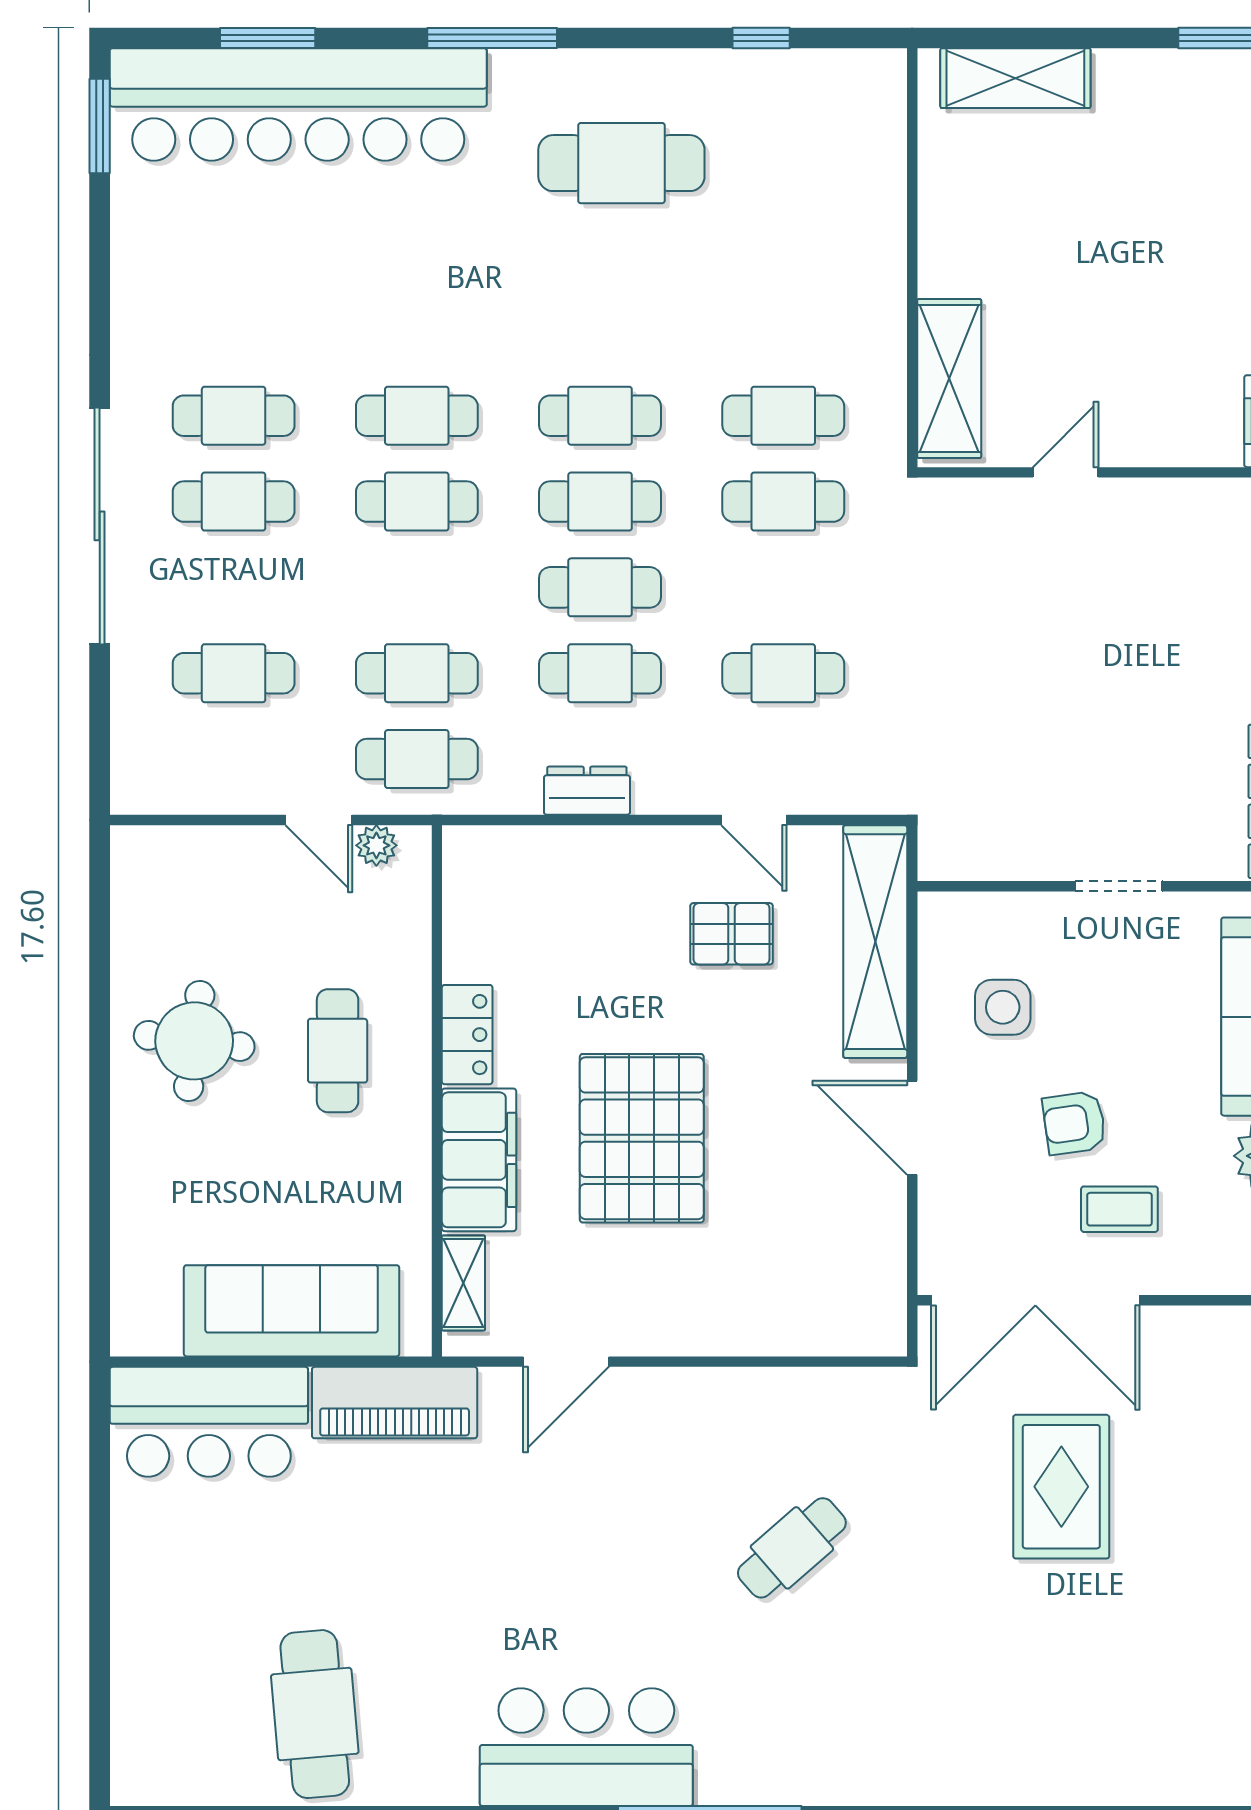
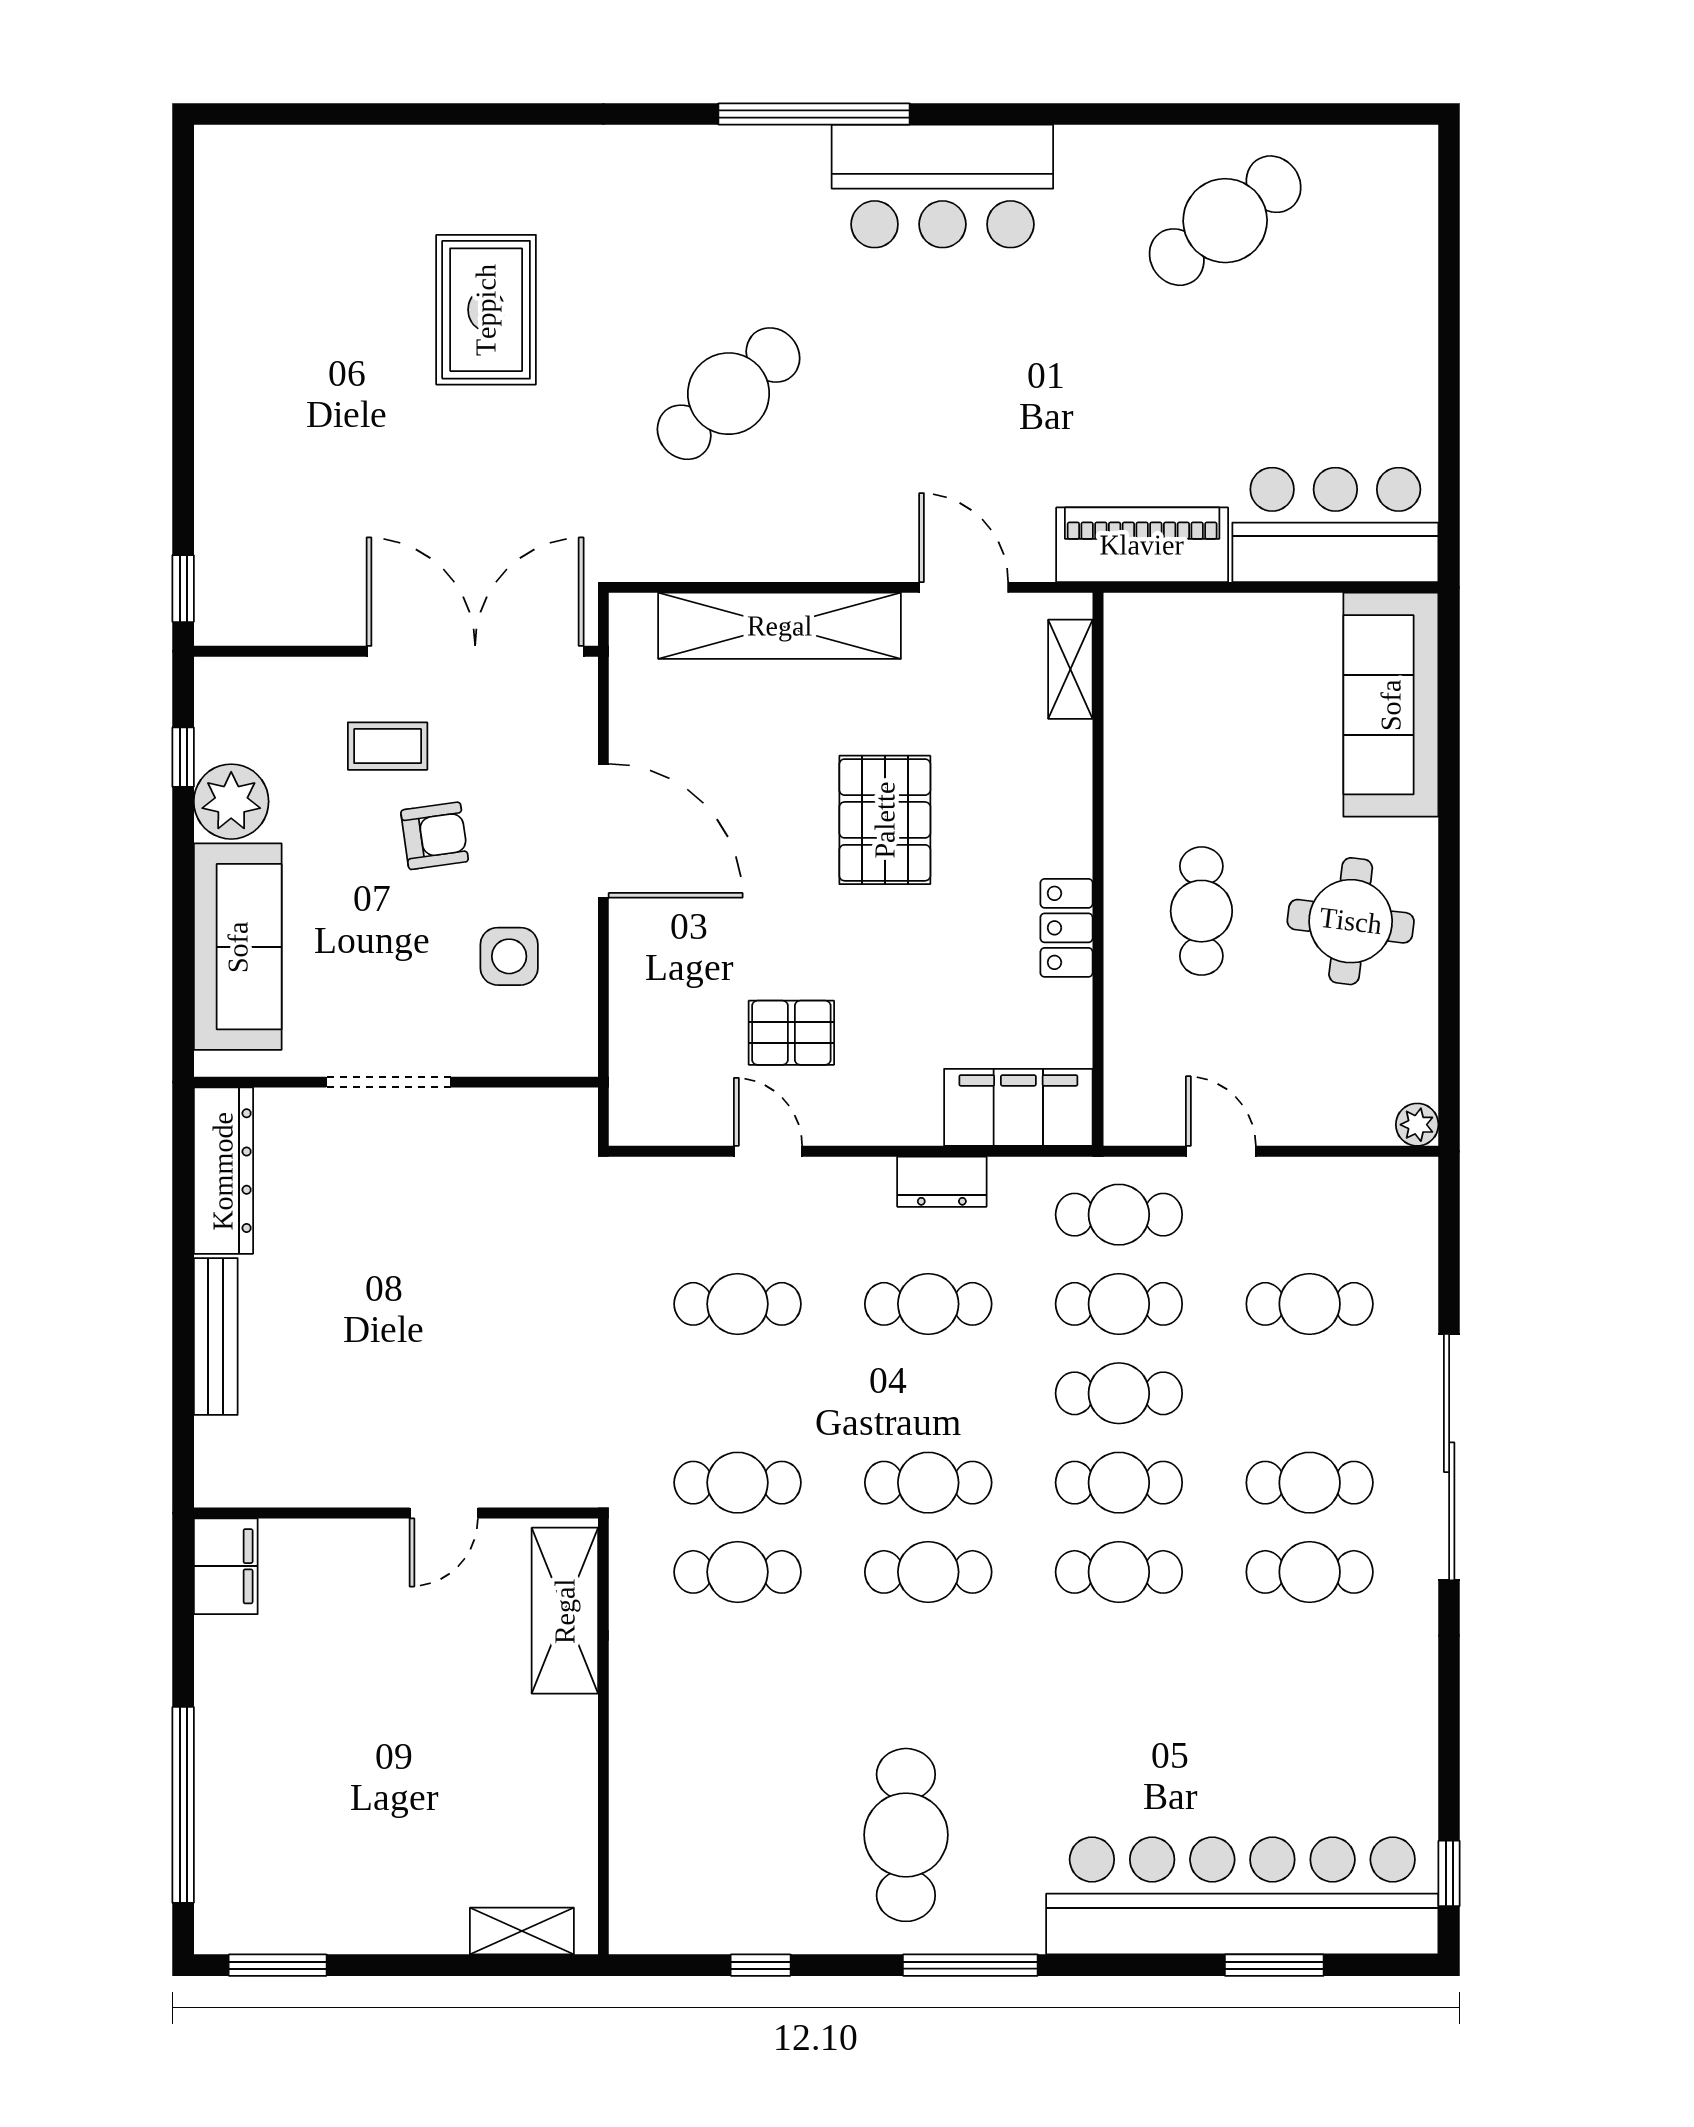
window: (492, 38) -> (970, 1965), moved
shelving: (1015, 78) -> (522, 1931), width x0.67, depth x0.75
window: (100, 126) -> (1449, 1873), width x0.67
cafe table: (621, 163) -> (906, 1835), turned 90
cafe table: (600, 587) -> (1119, 1393), moved
plant: (376, 845) -> (1417, 1125), moved
doorway: (1118, 886) -> (389, 1082), width x1.38
shelving: (875, 942) -> (780, 626), moved, turned 90
door: (912, 1128) -> (603, 831), width x1.36
pallet: (642, 1138) -> (885, 820), width x0.73, depth x0.71
filing cabinet: (479, 1160) -> (1018, 1107), moved, turned 90
sofa: (292, 1311) -> (1391, 705), moved, turned 90
door: (566, 1362) -> (964, 587), hinge flipped
rug: (1061, 1487) -> (486, 310), moved
cafe table: (792, 1548) -> (729, 394), width x1.37, depth x1.35
cafe table: (315, 1714) -> (1225, 221), turned 58

